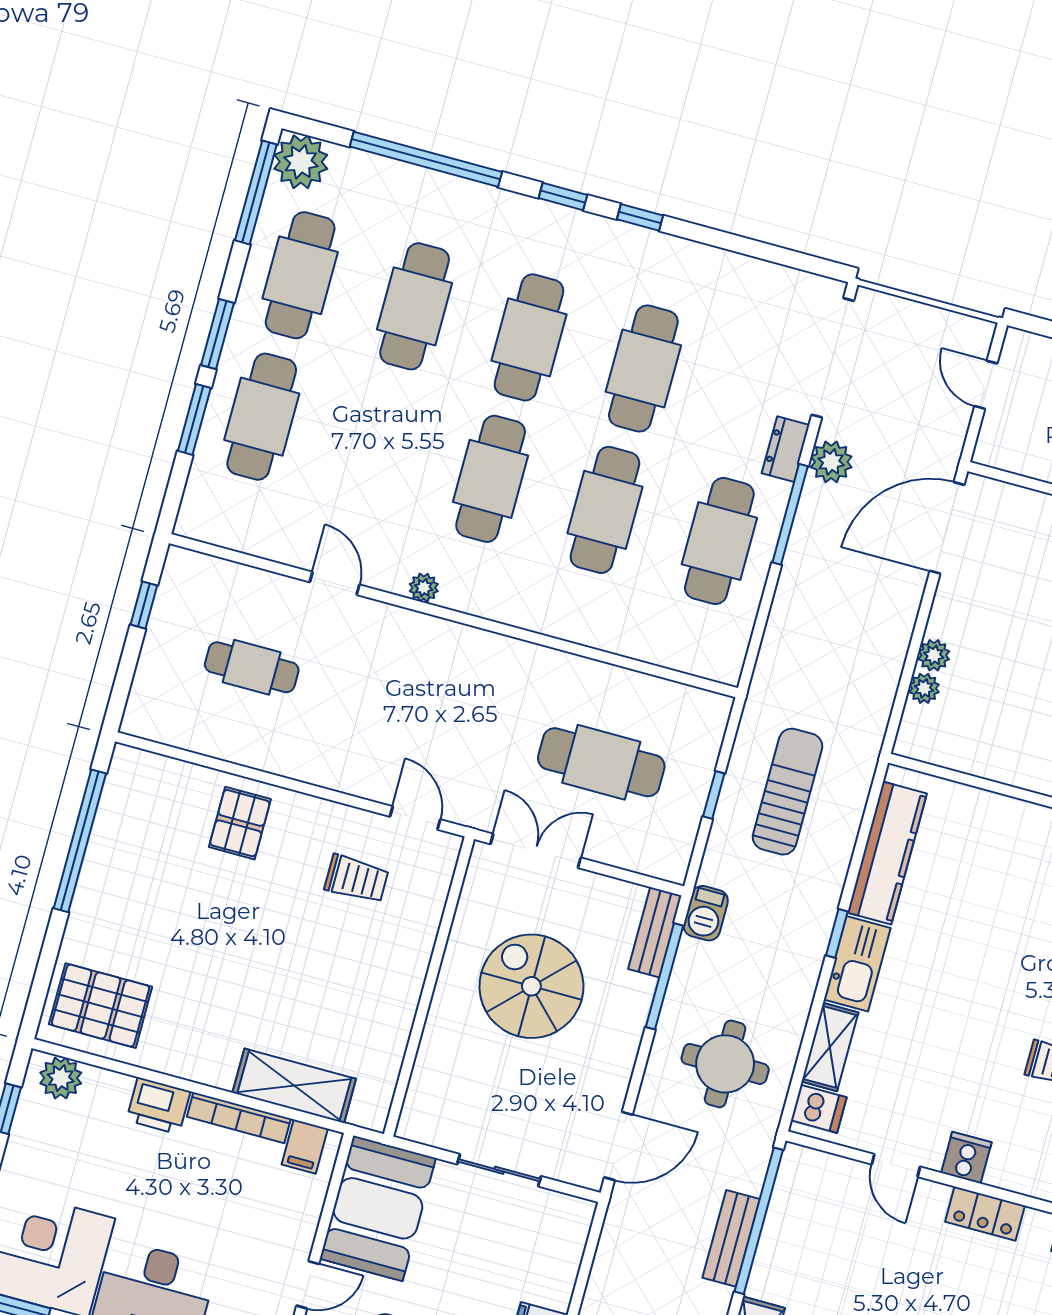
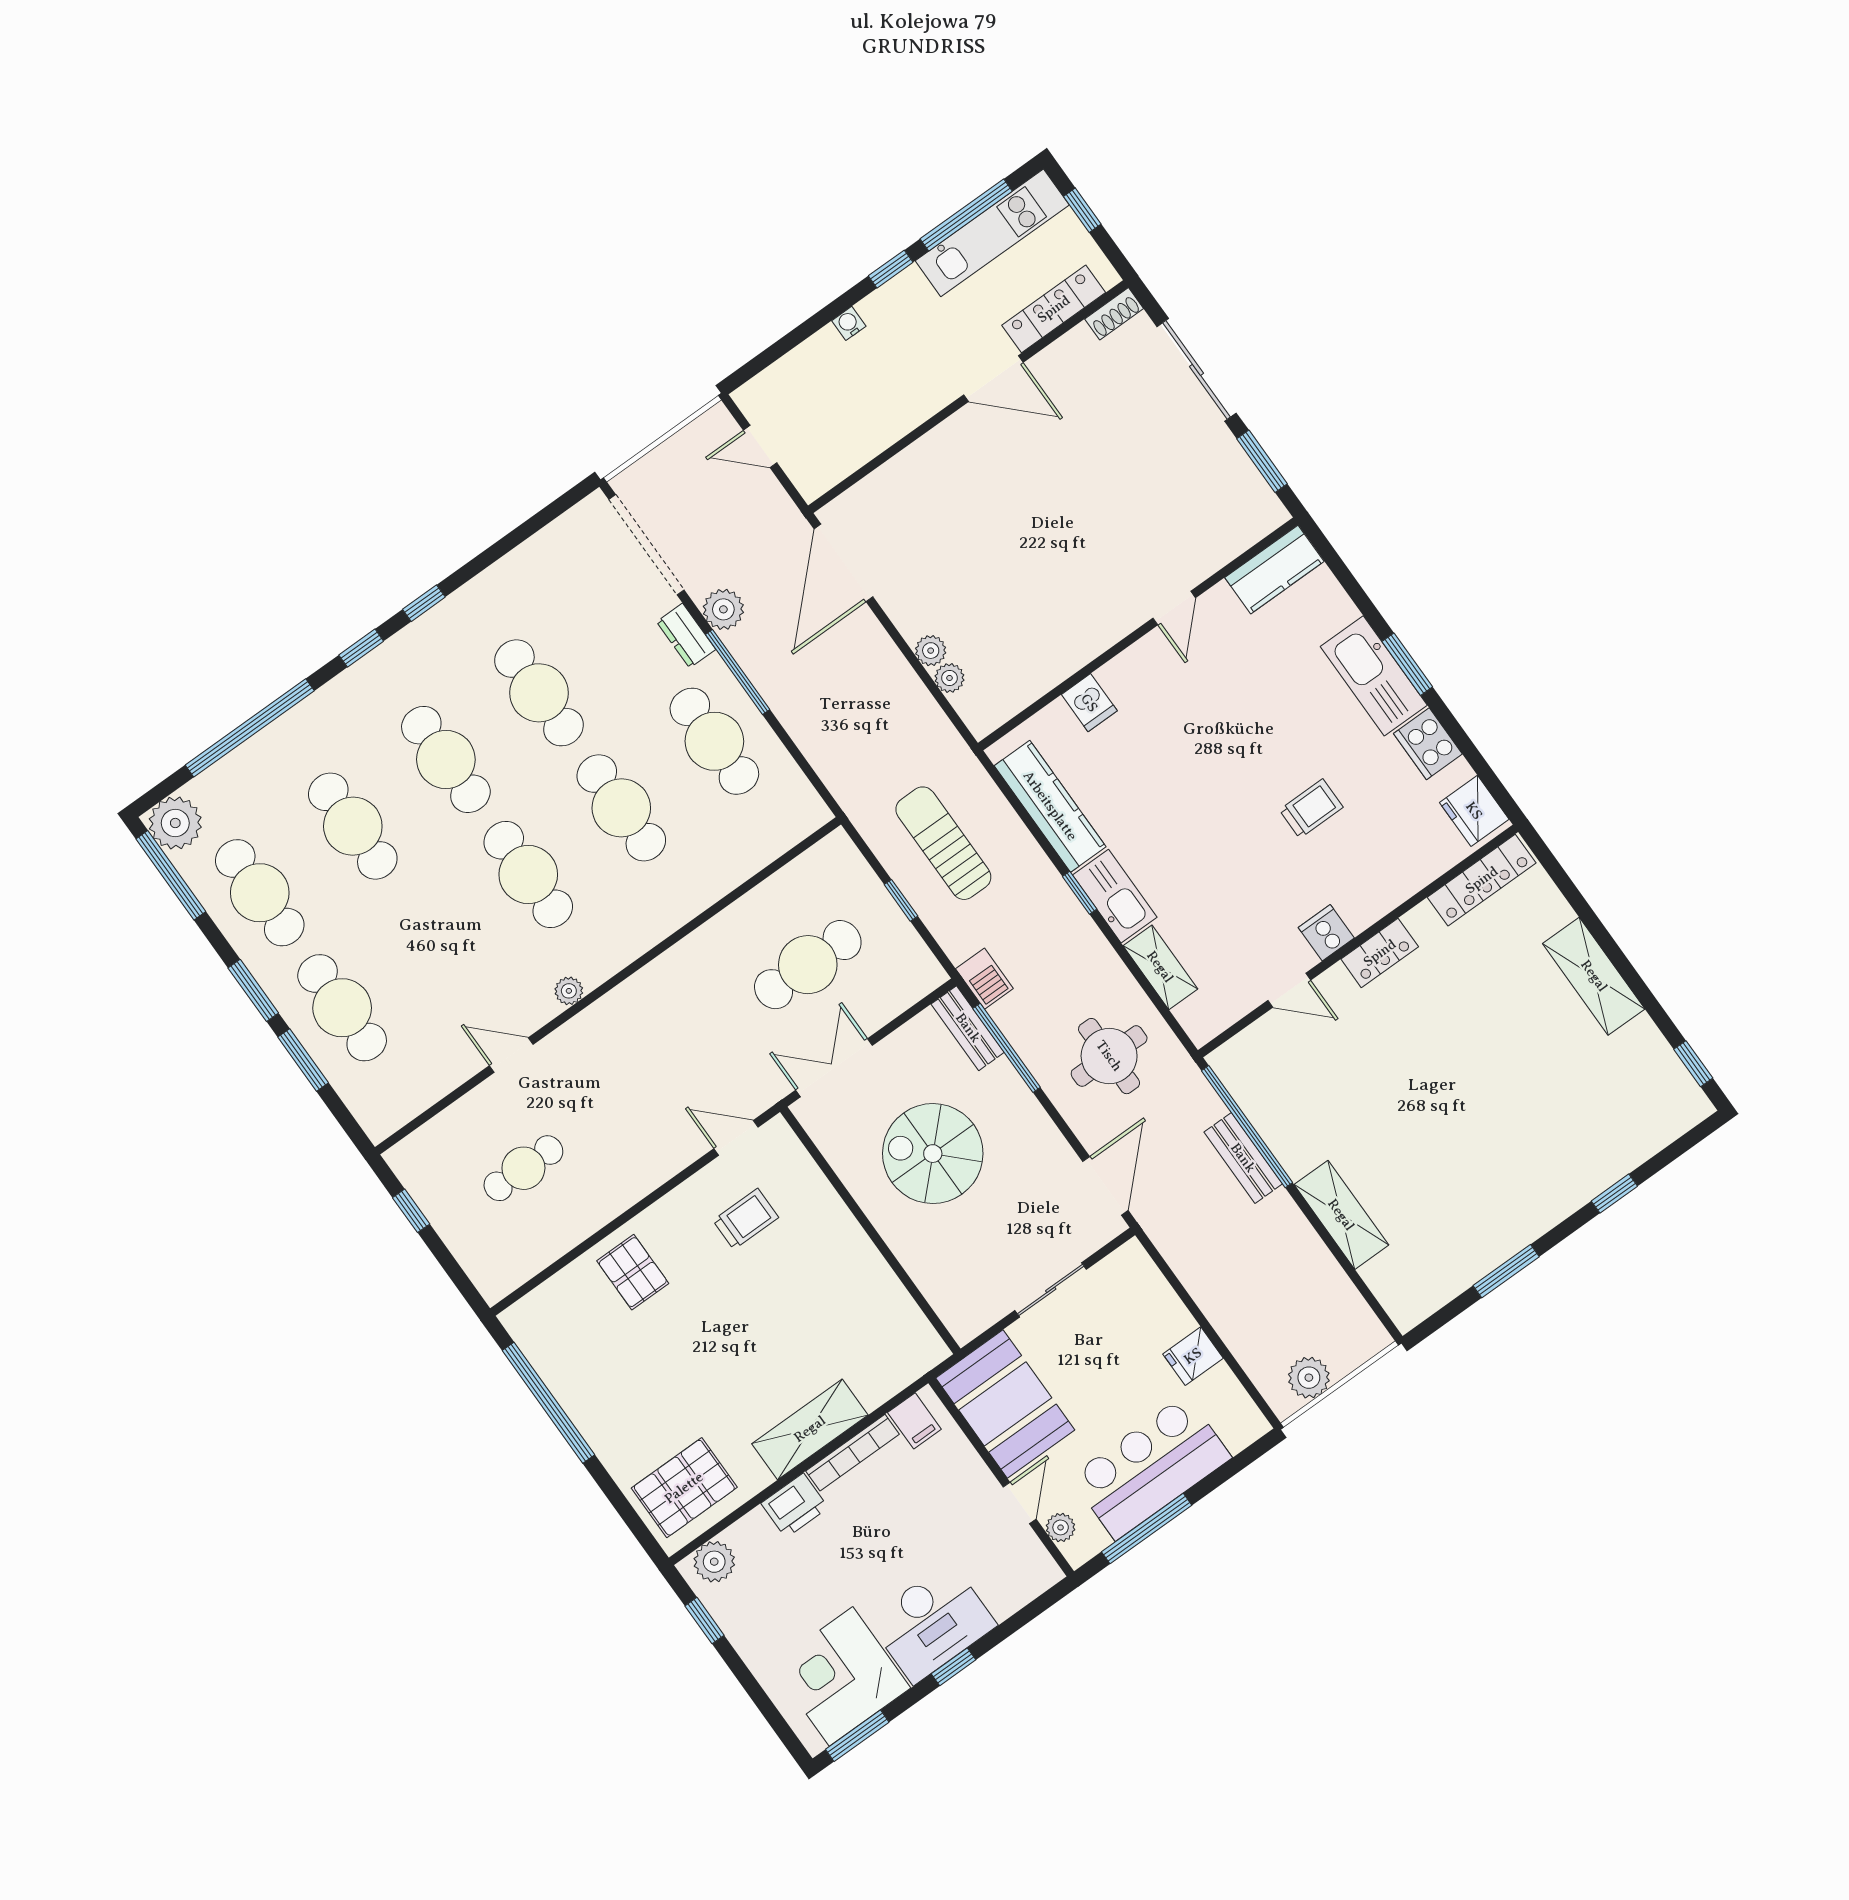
shelving: (294, 1086) -> (810, 1429), moved
dishwasher: (819, 1109) -> (1089, 703), moved, turned 90

